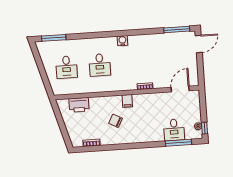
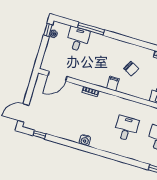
window: (177, 30) -> (39, 135), width x0.46
water cooler: (122, 41) -> (85, 140), moved
window: (178, 143) -> (91, 29), moved

